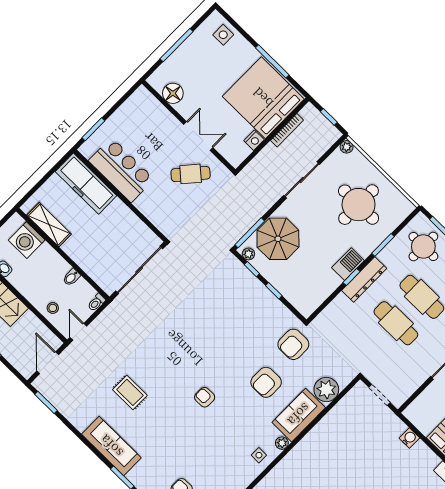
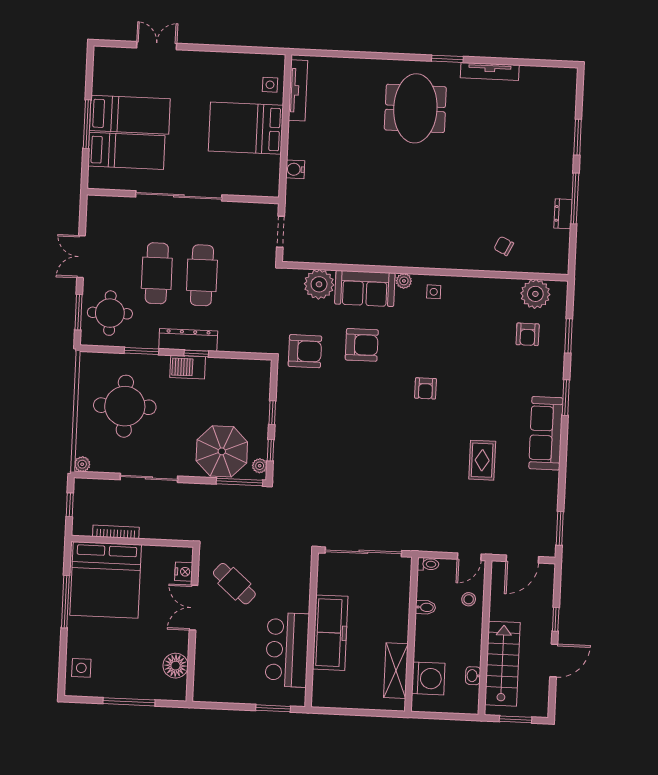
nightstand: (254, 140) -> (184, 572), moved, turned 90
freezer: (86, 184) -> (330, 633), moved

